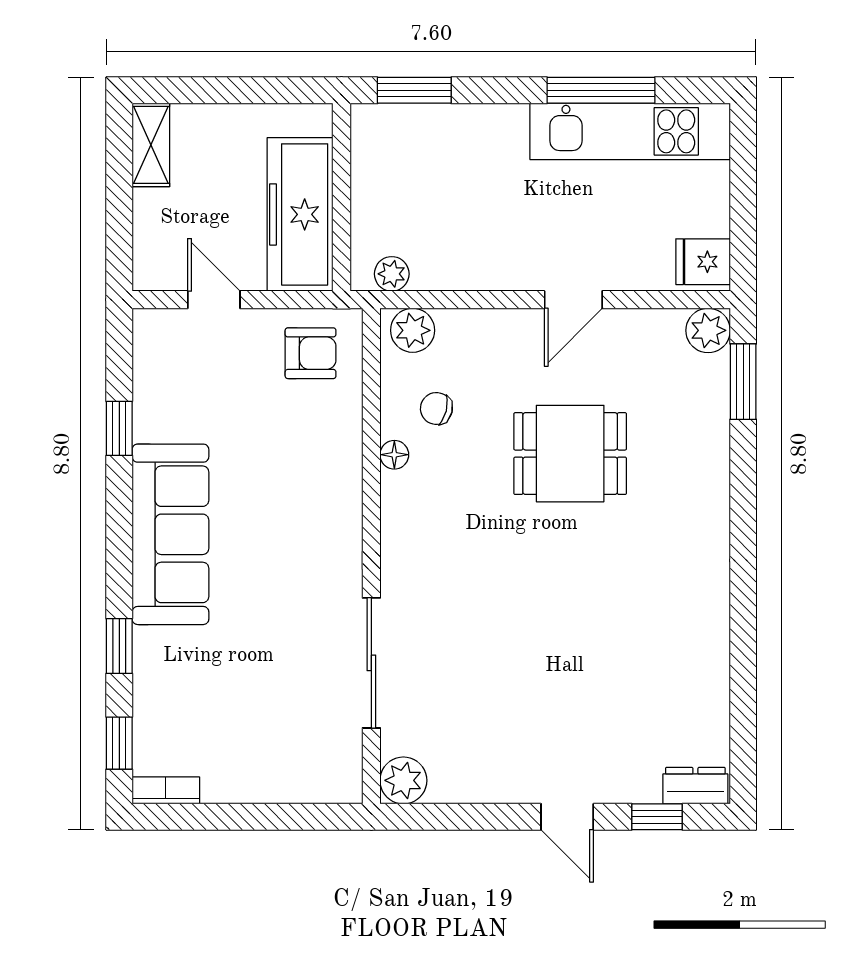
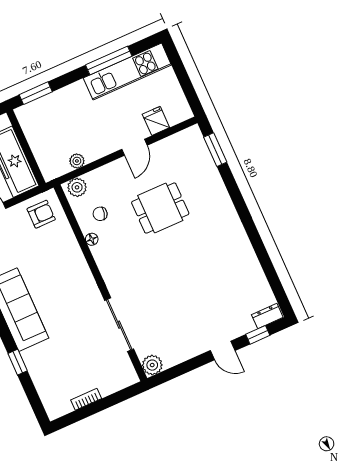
fridge: (703, 262) -> (156, 121), moved, turned 90
plant: (392, 274) -> (77, 161), moved
plant: (708, 330) -> (193, 136), removed
window: (119, 743) -> (35, 400), removed
bookcase: (166, 790) -> (86, 399), moved

